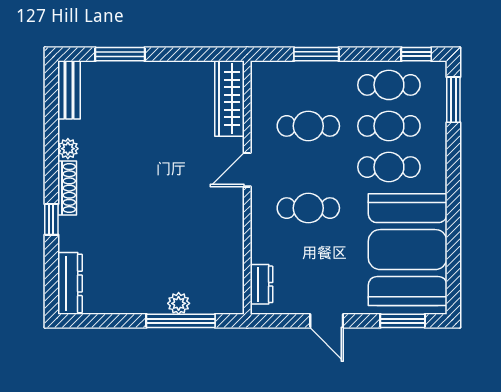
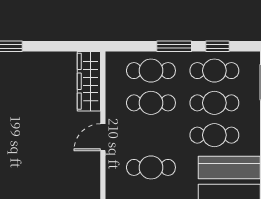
window: (316, 54) -> (174, 46), moved
window: (416, 54) -> (218, 46), moved
cafe table: (308, 85) -> (151, 71), added

